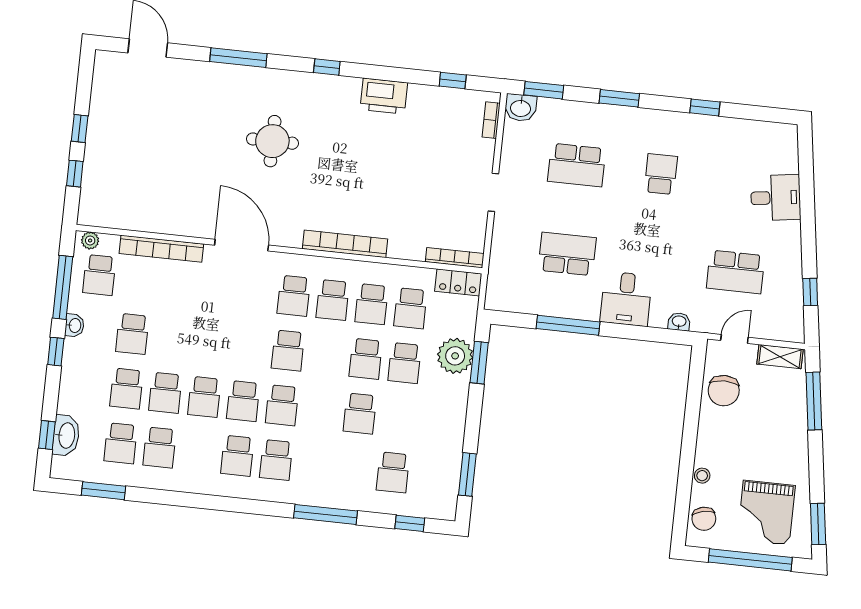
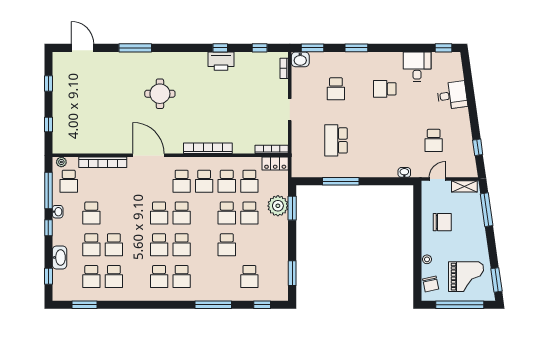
window: (327, 67) -> (220, 48), moved
window: (705, 107) -> (443, 48), moved
window: (80, 128) -> (48, 84), moved
school desk: (577, 165) -> (336, 89), width x0.54
school desk: (661, 174) -> (385, 89), turned -90
school desk: (567, 254) -> (336, 140), turned -90
school desk: (736, 272) -> (434, 140), width x0.54
desk: (626, 299) -> (417, 67), moved, turned 180
chair: (724, 391) -> (442, 222), moved, turned -90
school desk: (204, 397) -> (159, 213), moved
washbasin: (66, 435) -> (60, 257), moved
grand piano: (766, 513) -> (466, 277), turned -90

